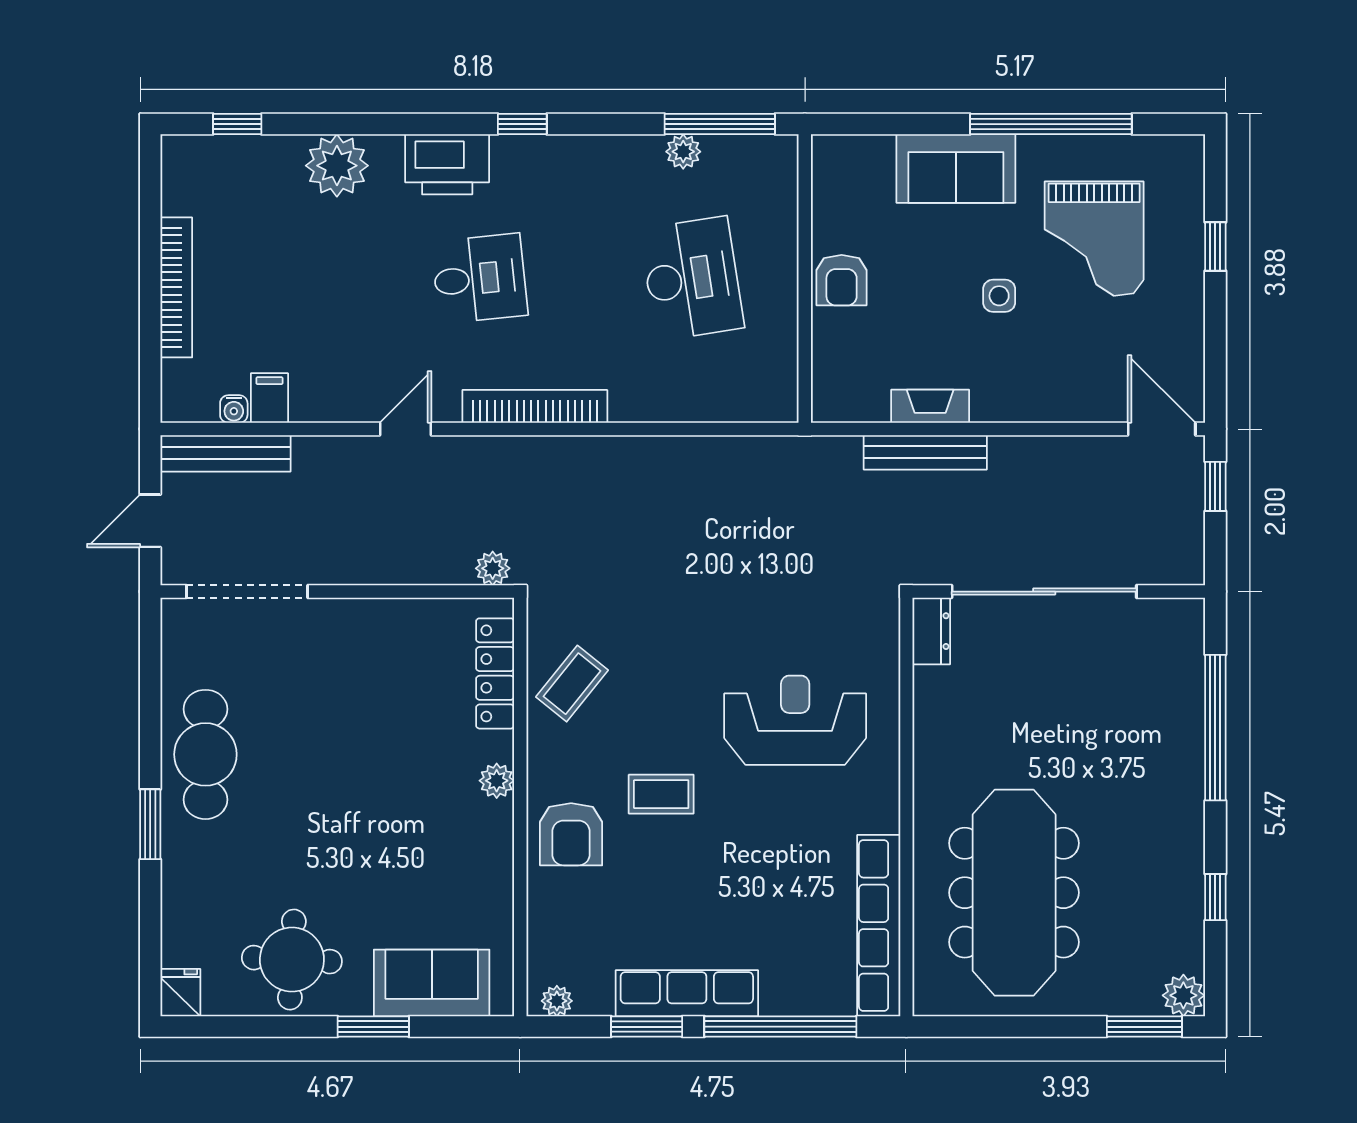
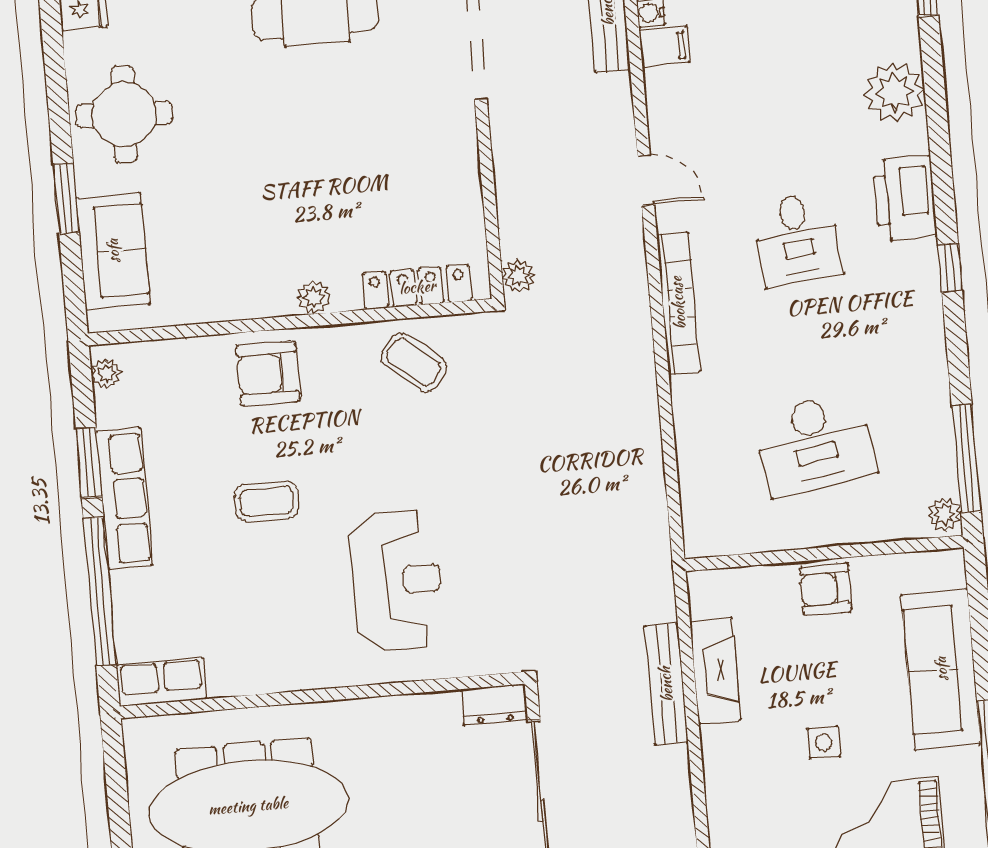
plant: (683, 152) -> (944, 514), moved
sofa: (956, 169) -> (941, 669), width x1.36
fireplace: (930, 406) -> (715, 671), width x1.37, depth x1.32
coffee table: (661, 794) -> (267, 501), moved, turned 90
row of seats: (879, 926) -> (161, 682), width x0.50

